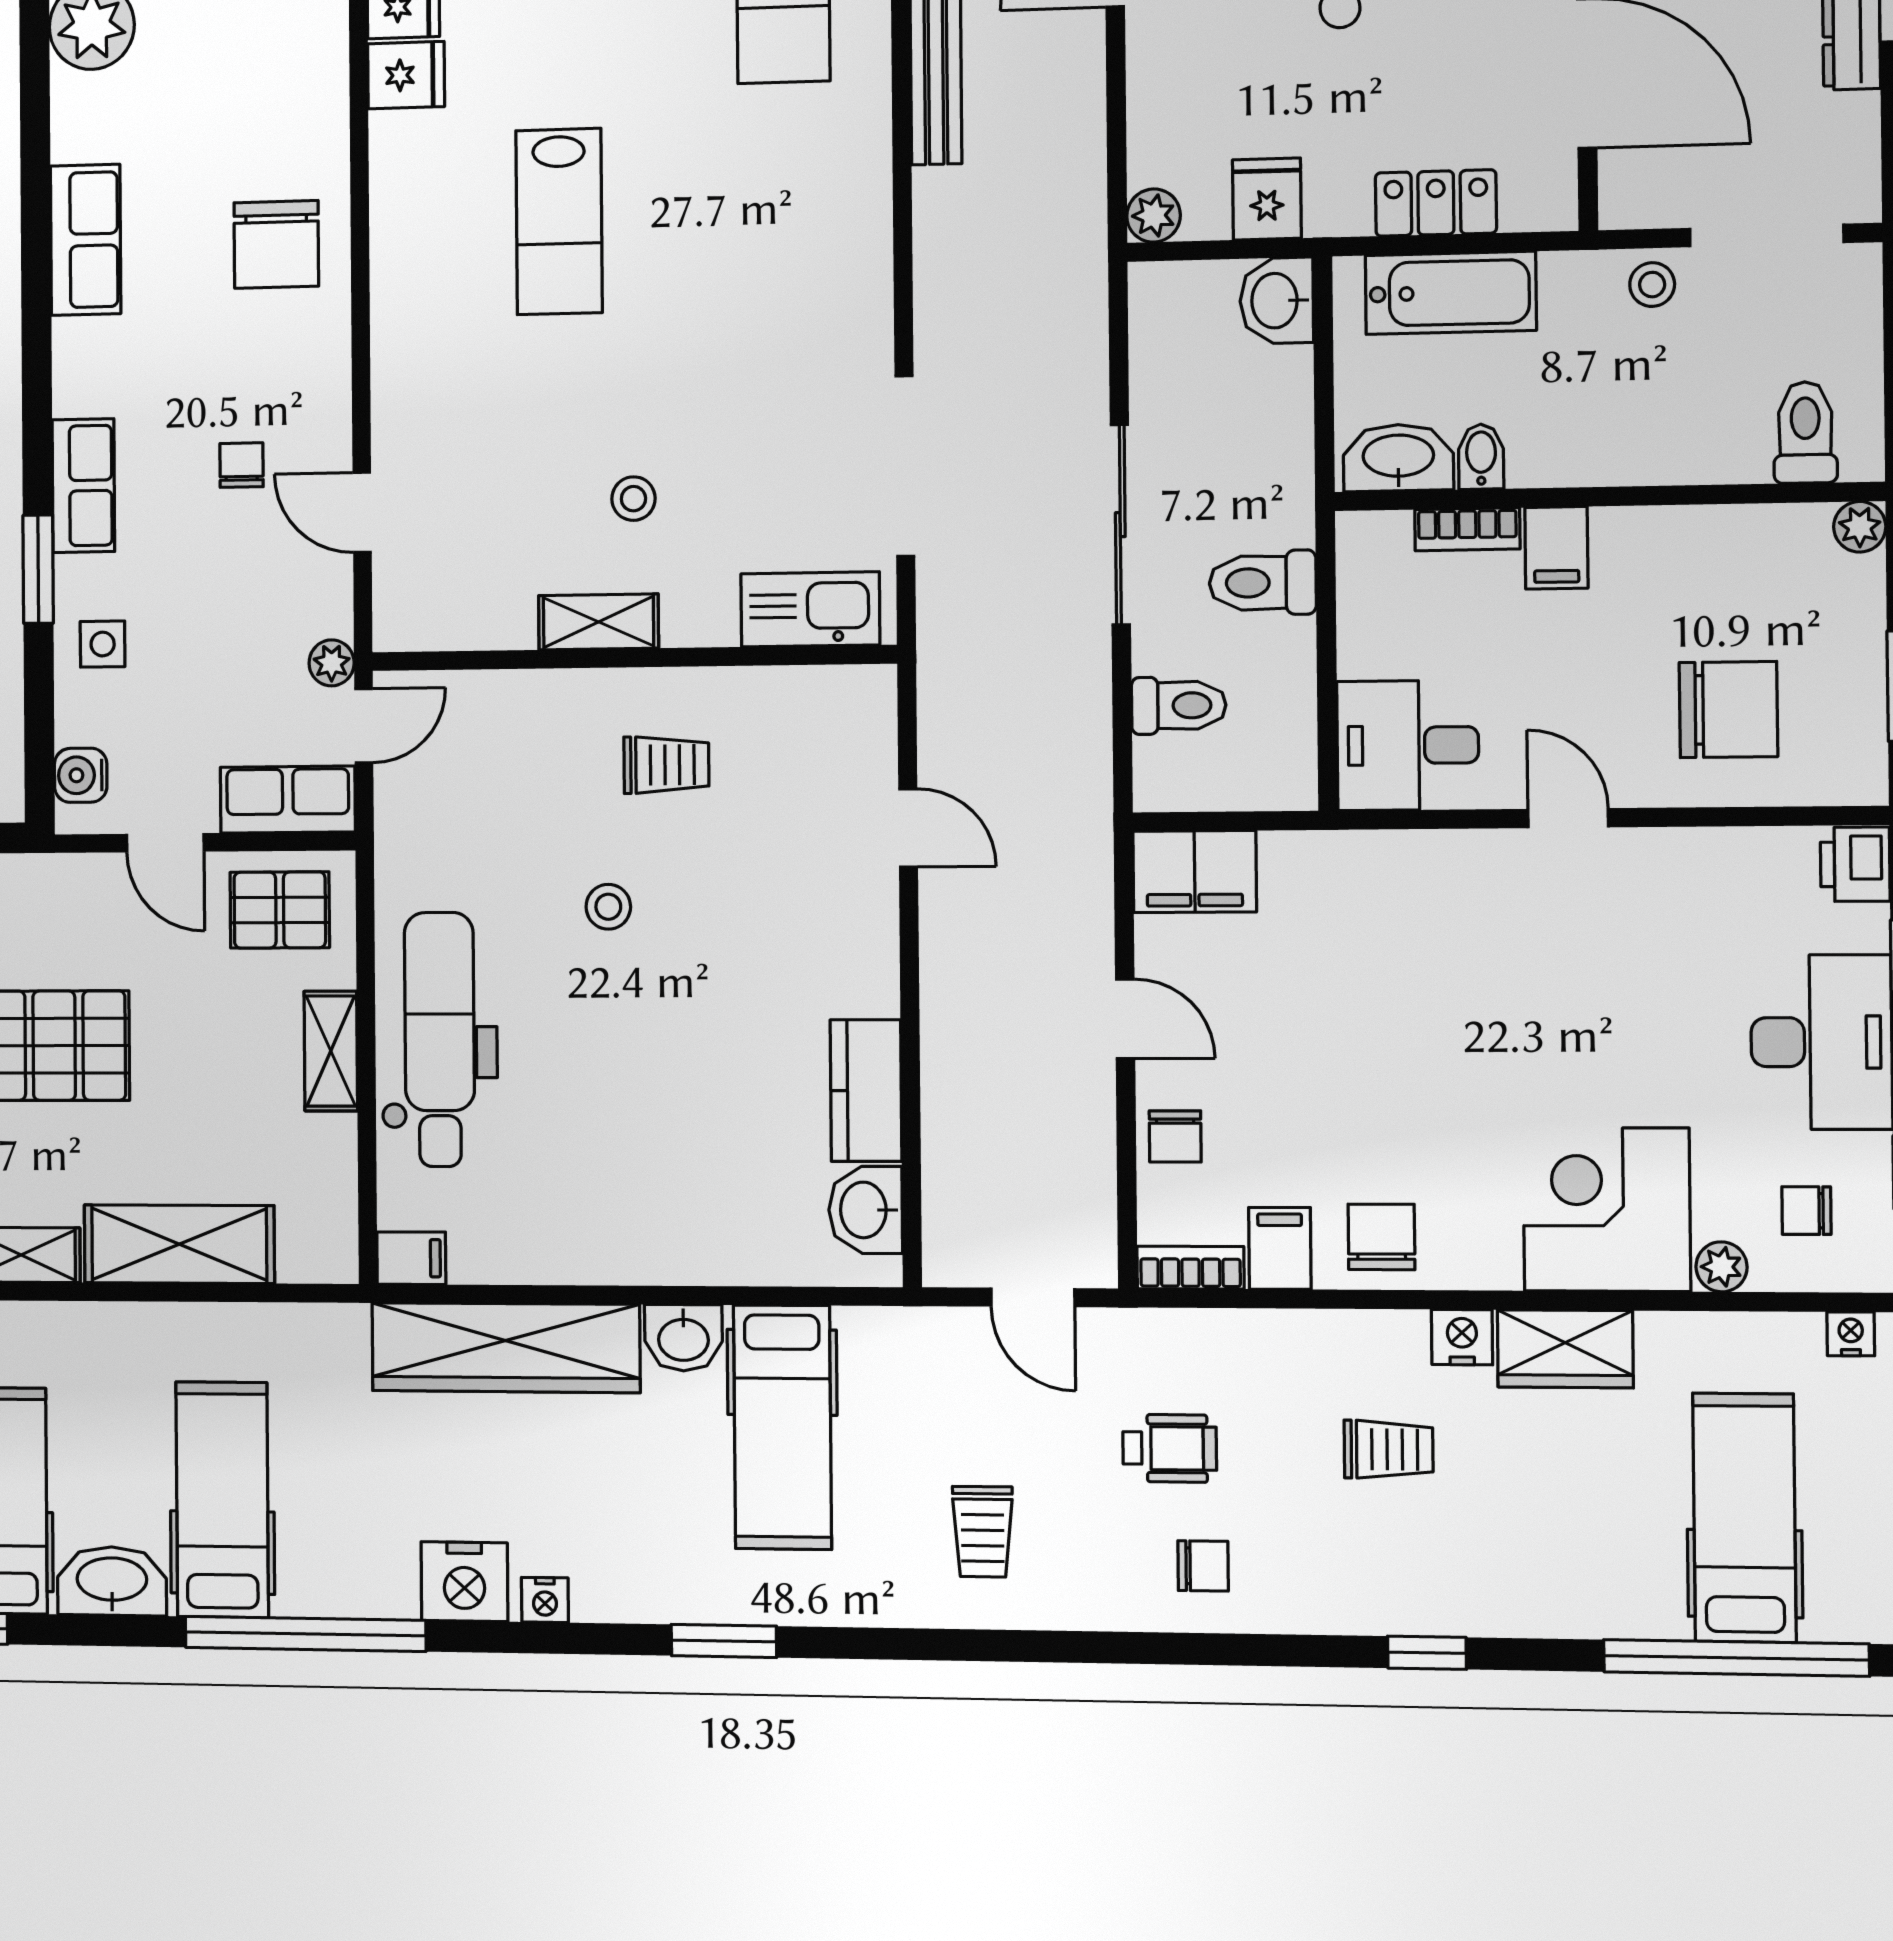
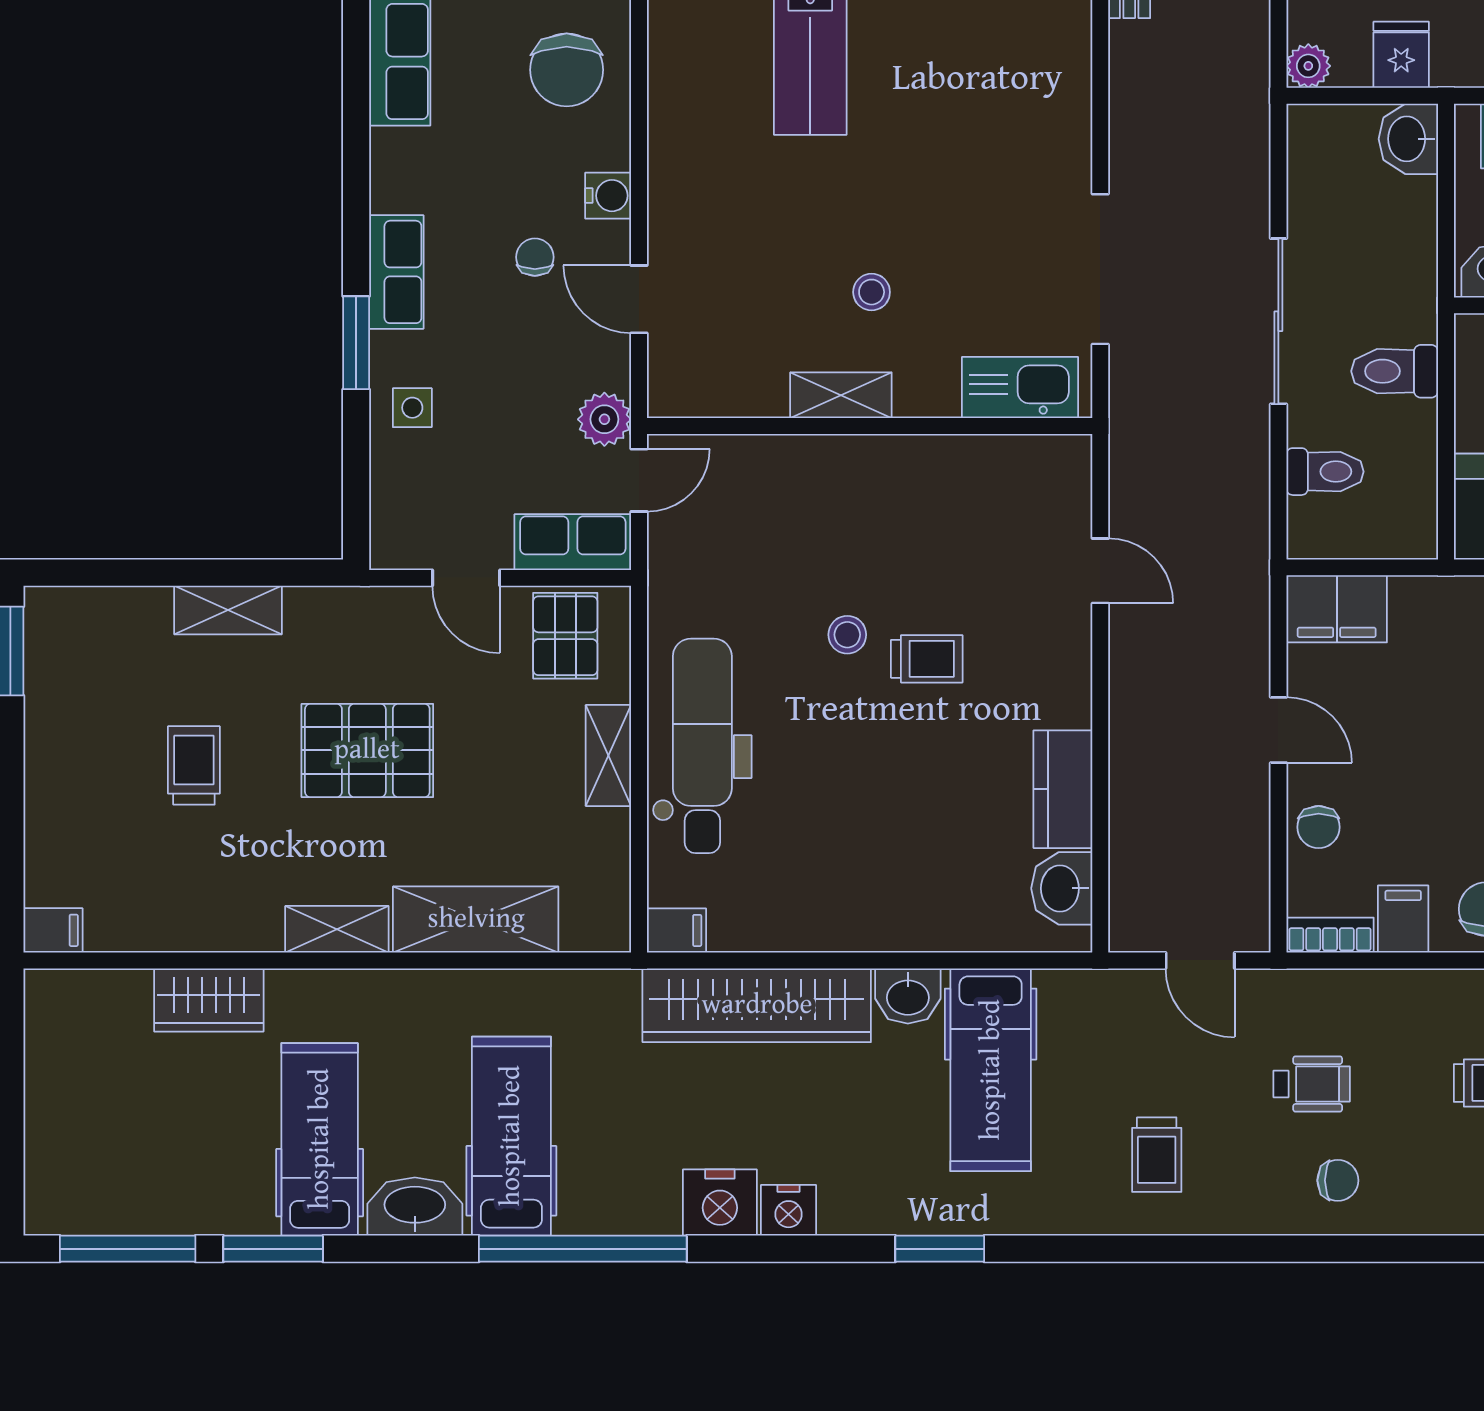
plant: (332, 663) -> (604, 419), width x1.38, depth x1.38
trolley: (666, 765) -> (927, 659), moved
water cooler: (81, 775) -> (608, 196), moved, turned 180
pallet: (280, 910) -> (565, 636), turned 90
nightstand: (545, 1600) -> (789, 1210), width x1.39, depth x1.35

